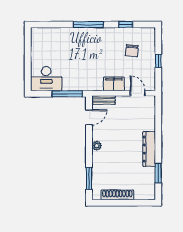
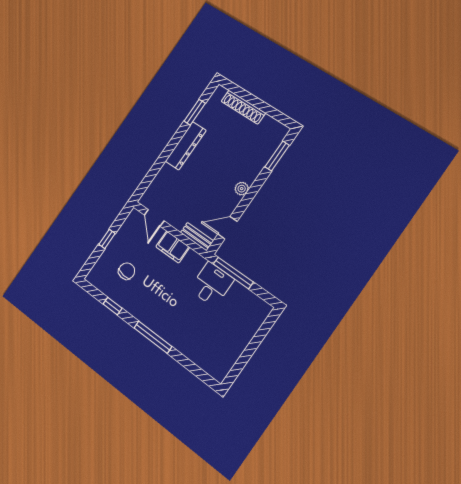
desk: (46, 79) -> (212, 284), moved, width x0.73
shoe rack: (117, 195) -> (243, 107), moved

